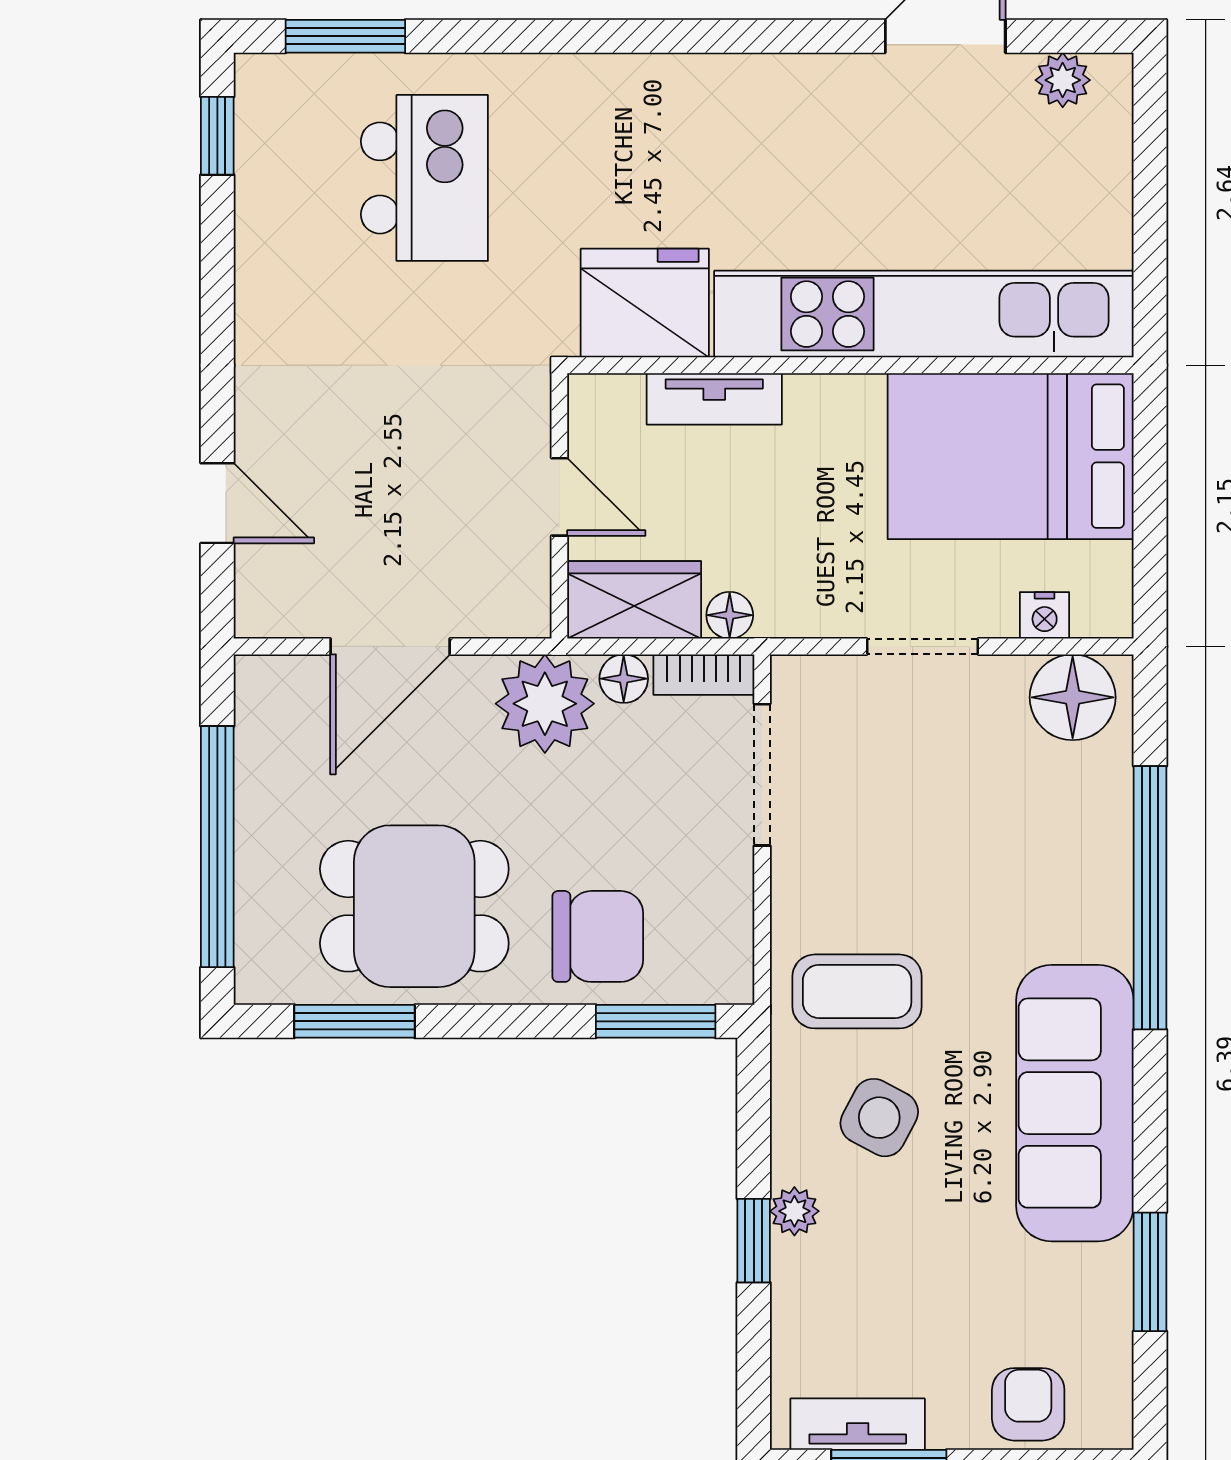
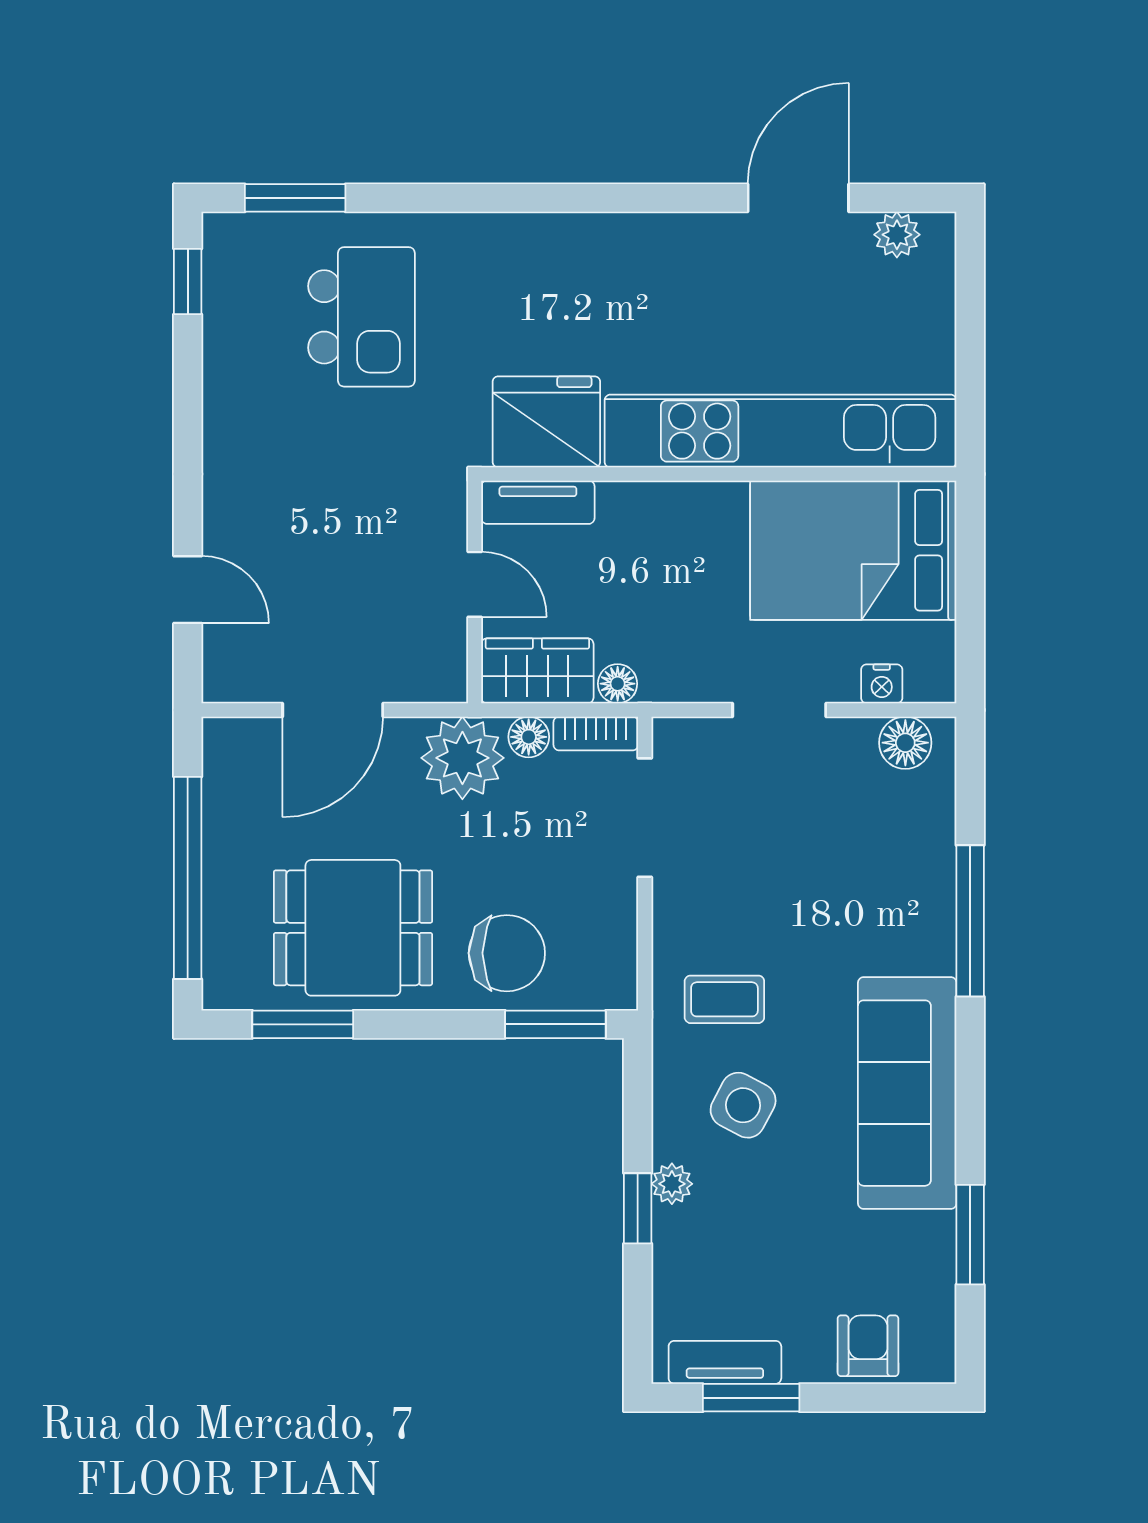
tv unit: (714, 399) -> (538, 502), moved
floor lamp: (1073, 697) -> (905, 743), width x0.73, depth x0.73
window: (1150, 898) -> (970, 921), width x0.68
coffee table: (857, 991) -> (724, 999), width x0.73, depth x0.77

